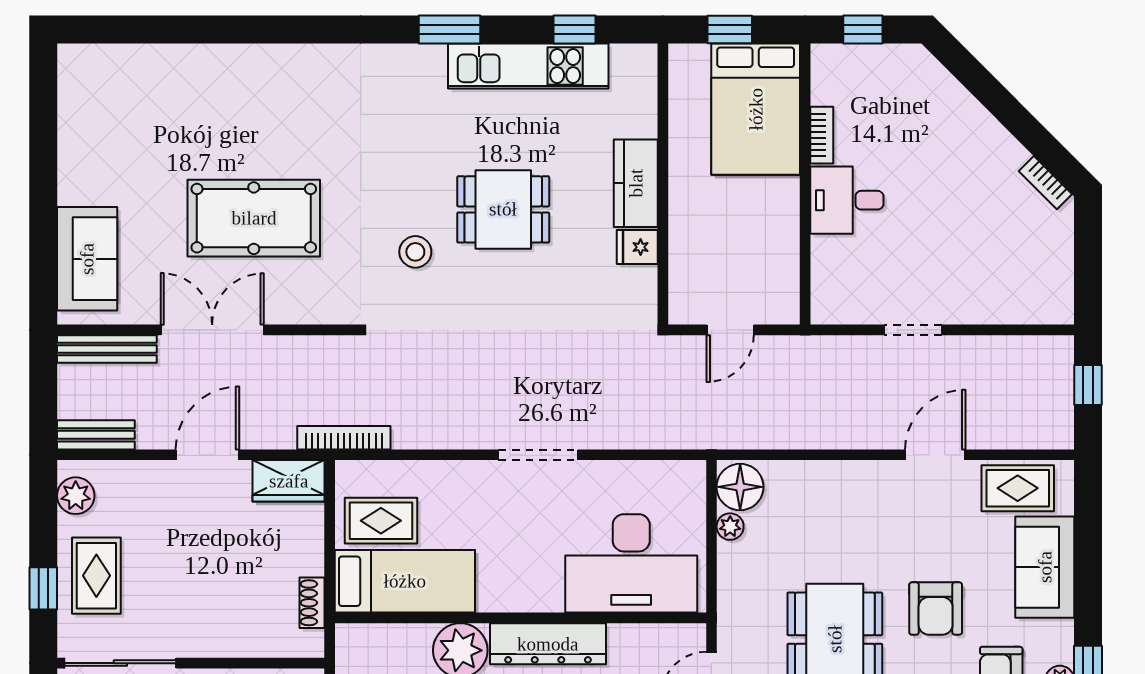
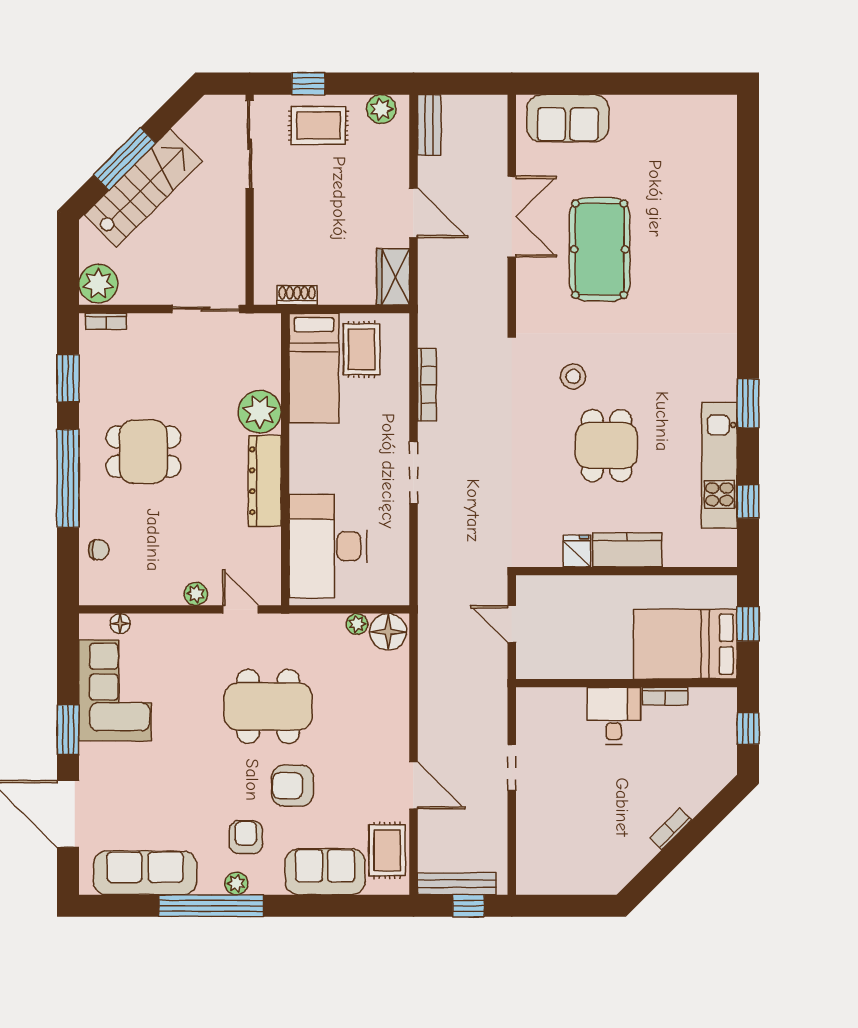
bookcase: (1045, 183) -> (671, 829), moved
bench: (107, 349) -> (457, 884), moved, turned 90
bookcase: (344, 438) -> (427, 385), moved

